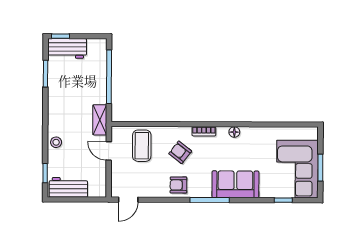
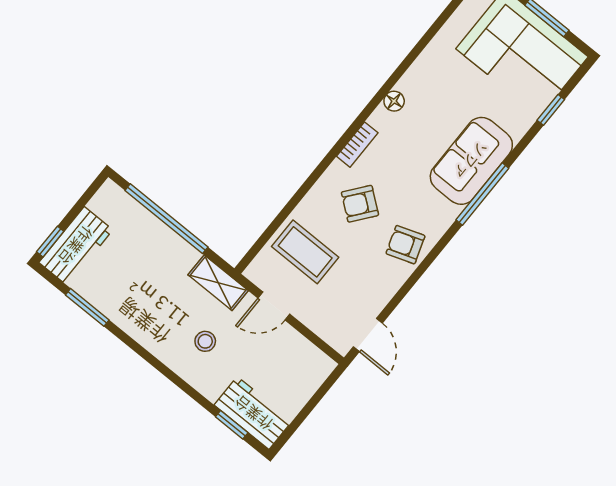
stool: (56, 142) -> (205, 341), moved
armchair: (178, 185) -> (405, 245), turned 71
workbench: (68, 187) -> (253, 413), moved, turned 90
window: (210, 200) -> (482, 194), moved

